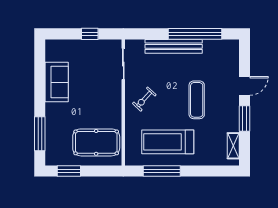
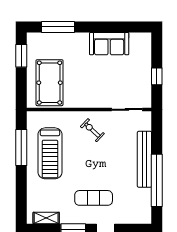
exercise mat: (197, 100) -> (94, 198), moved
treadmill: (168, 142) -> (50, 153), turned 180

